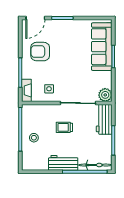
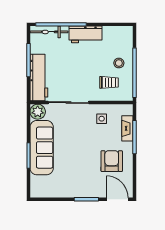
door: (35, 18) -> (117, 199), hinge flipped
sofa: (102, 47) -> (42, 148), moved
armchair: (40, 52) -> (112, 161), turned -90
fireplace: (26, 90) -> (127, 128), moved
workbench: (104, 119) -> (39, 78), width x1.38
trolley: (64, 127) -> (109, 82), moved

